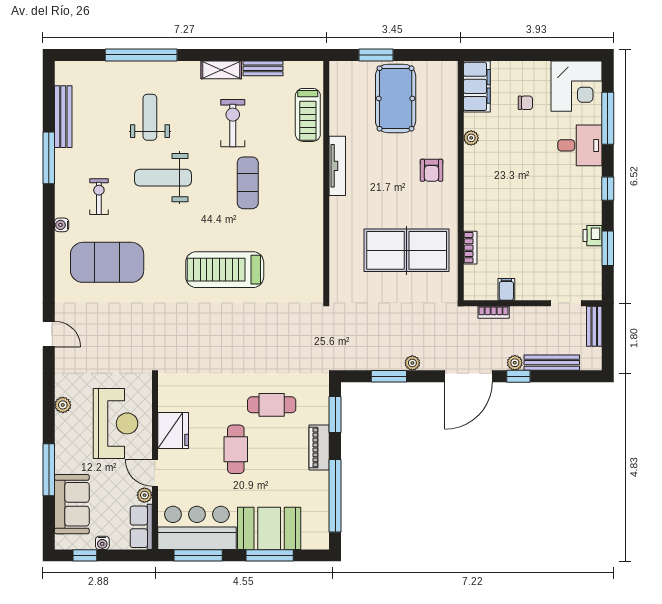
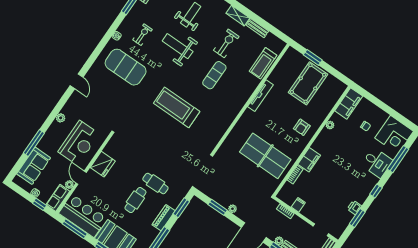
filing cabinet: (476, 211) -> (309, 160), added
cafe table: (236, 449) -> (135, 200), moved
window: (85, 555) -> (40, 204), moved

